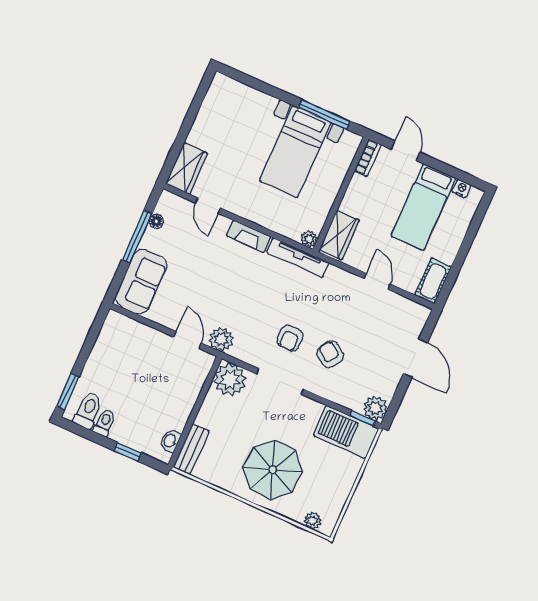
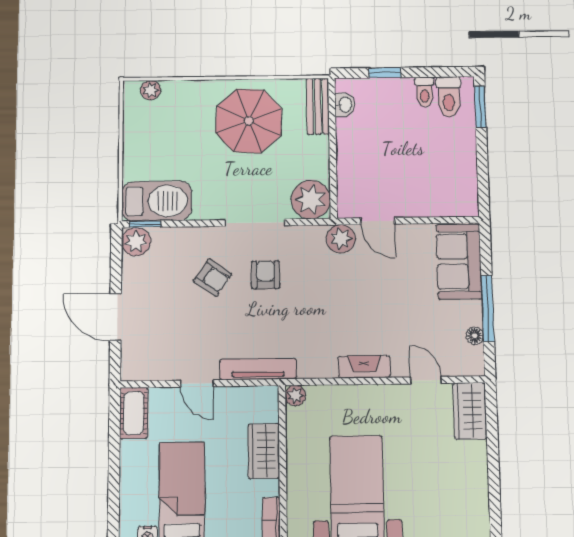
wardrobe: (339, 235) -> (264, 451), moved
tv unit: (298, 258) -> (258, 369), moved
parasol: (273, 470) -> (249, 121), moved

